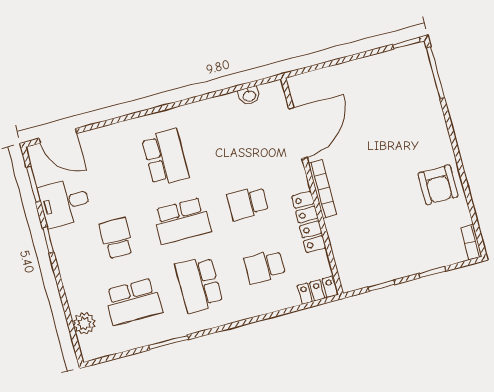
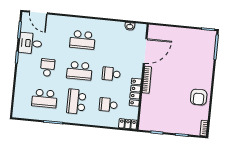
school desk: (165, 157) -> (82, 40), turned 90
plant: (84, 323) -> (19, 100), removed

